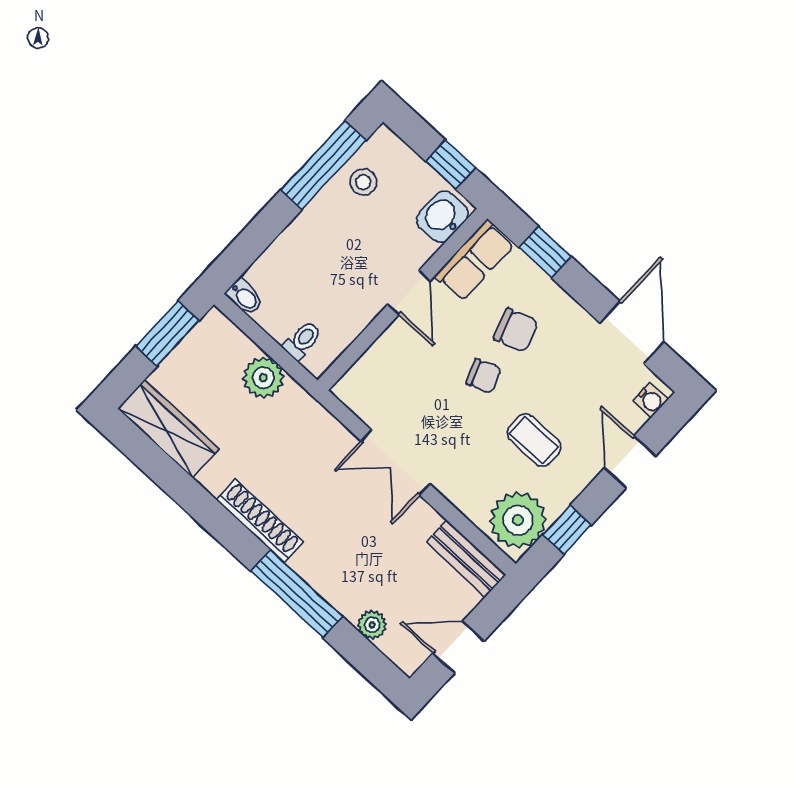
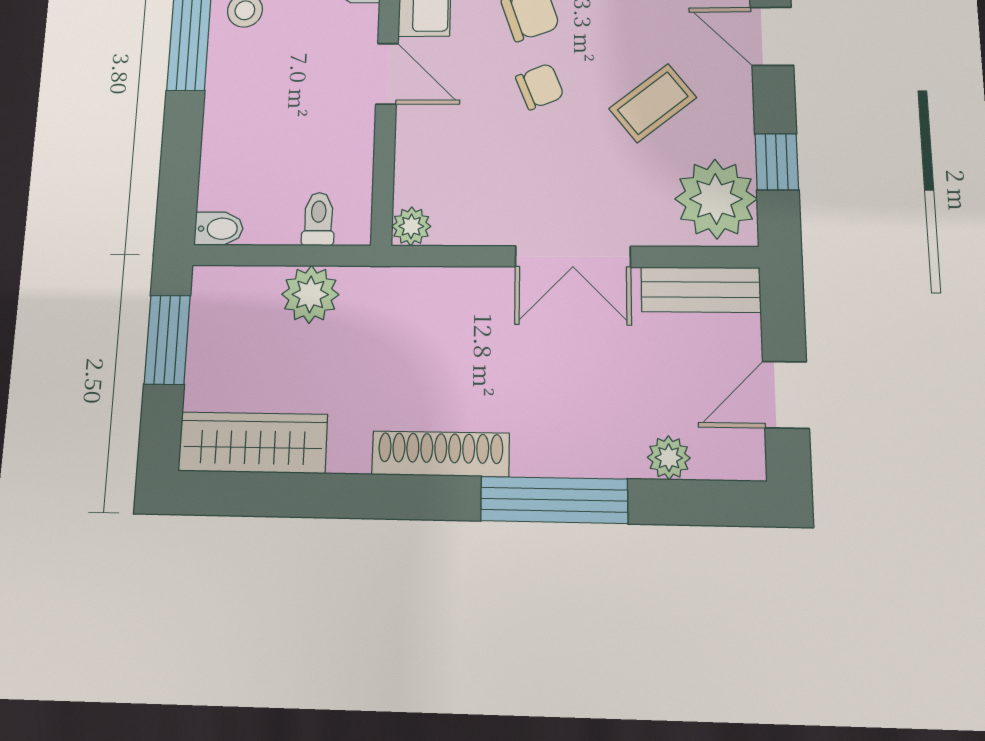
plant: (348, 390) -> (411, 226), added
coffee table: (534, 440) -> (653, 103), turned -38
double door: (395, 462) -> (573, 257), moved

